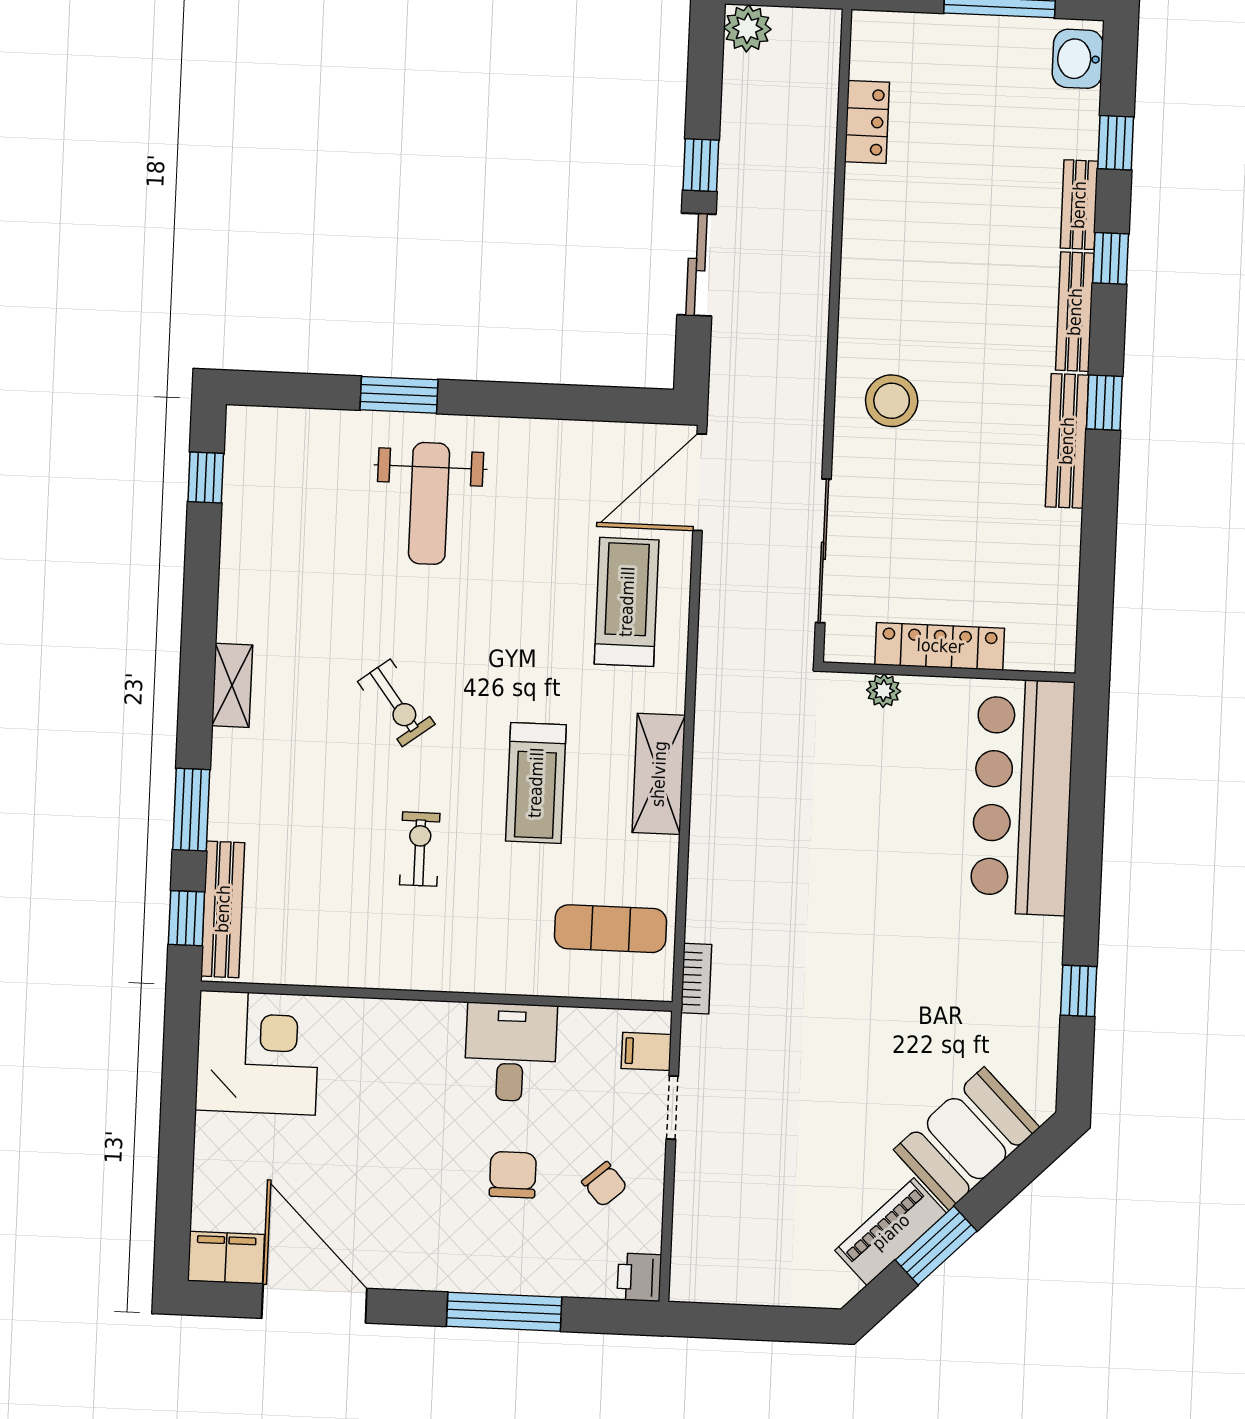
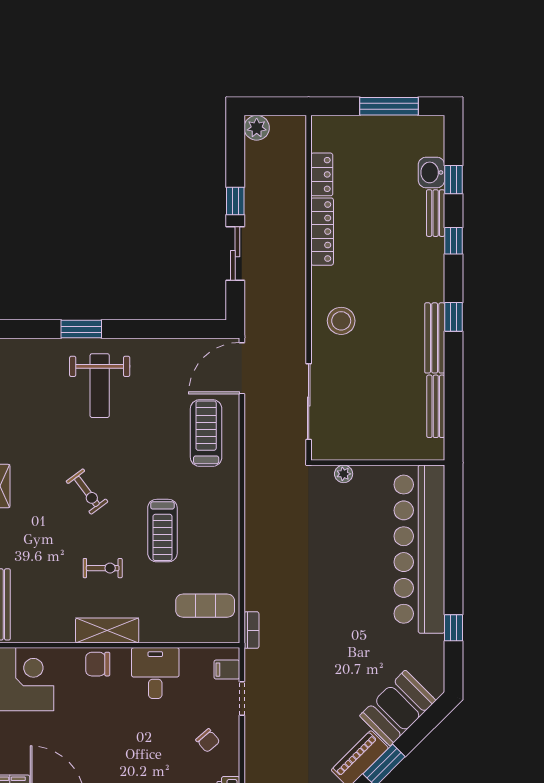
washbasin: (1078, 59) -> (431, 172), moved
bench: (1075, 312) -> (436, 406), moved
locker: (940, 646) -> (322, 232), moved, turned 90
shelving: (659, 774) -> (107, 630), moved, turned 90
bar counter: (1022, 797) -> (419, 549), width x1.36
exercise bike: (420, 849) -> (103, 568), turned 90
chair: (513, 1175) -> (98, 664), moved, turned -90

